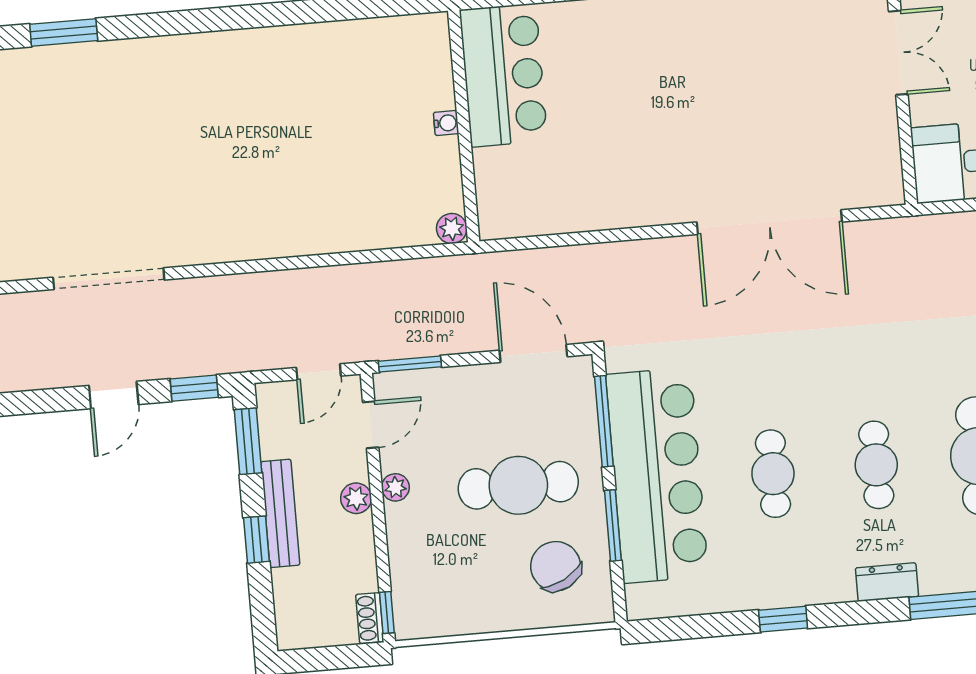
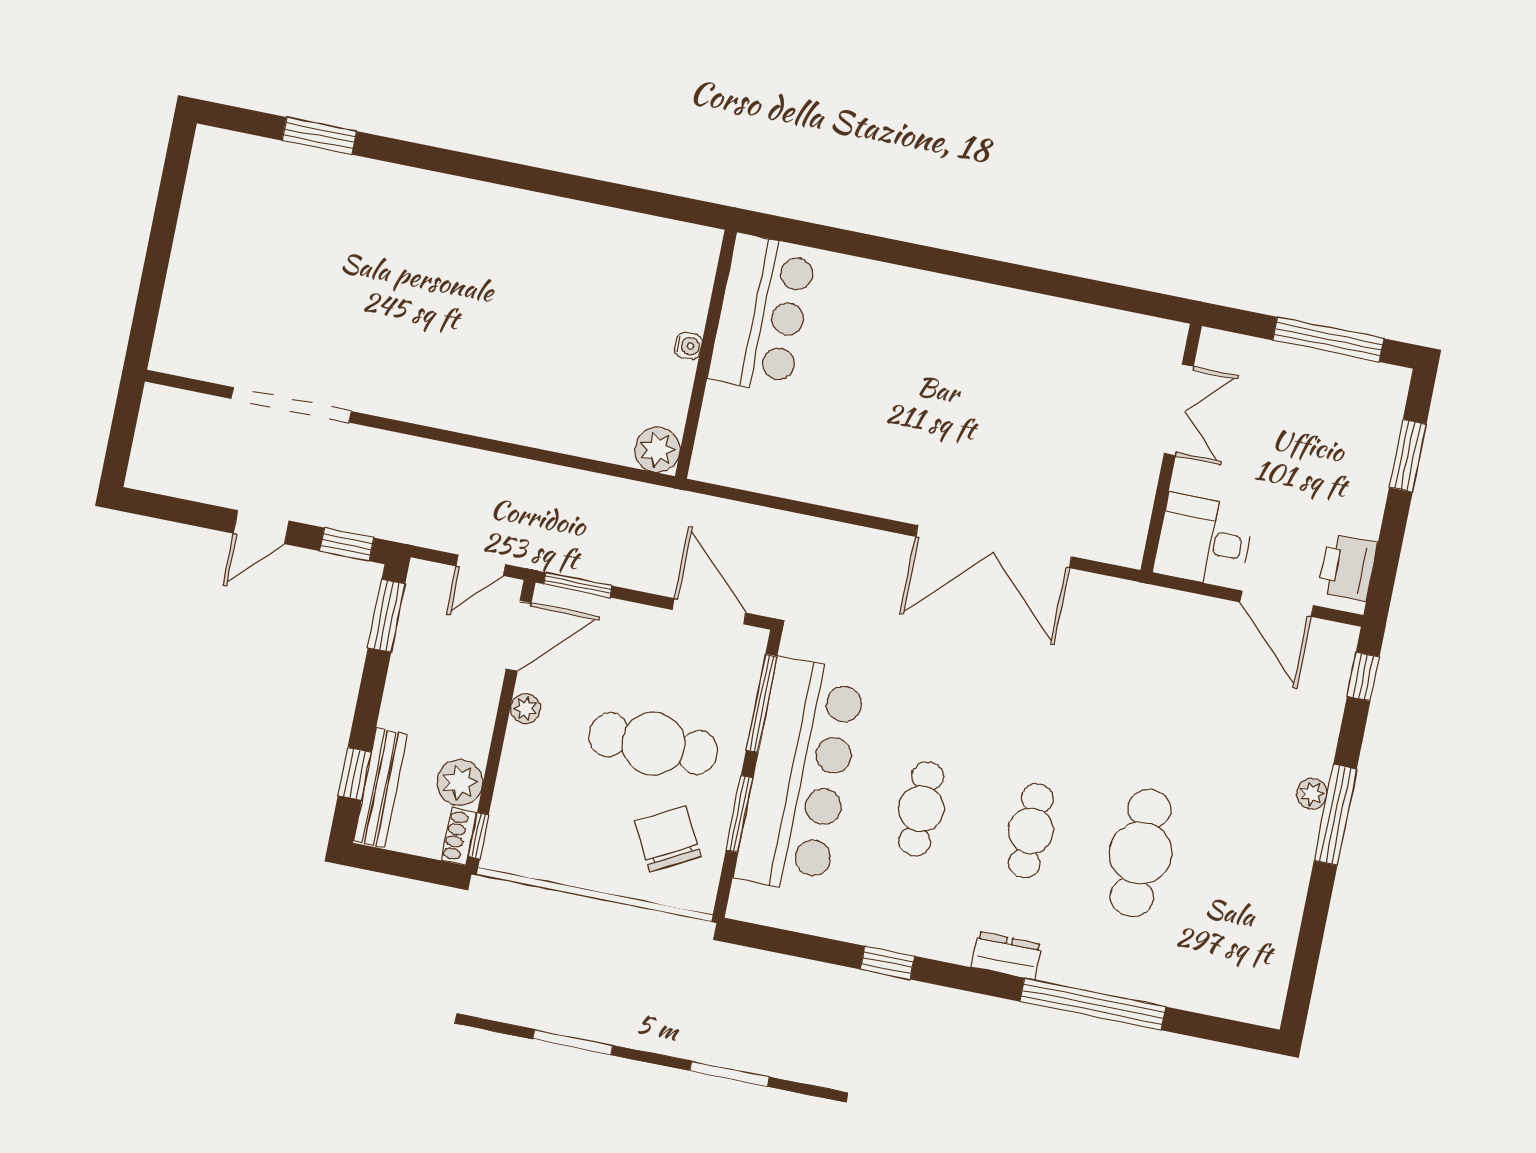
plant: (452, 229) -> (657, 450), width x1.38, depth x1.38
door: (371, 425) -> (519, 636), width x1.38
plant: (356, 498) -> (460, 783), moved, width x1.38, depth x1.38
bench: (280, 513) -> (380, 788), moved
window: (256, 540) -> (355, 774), moved

